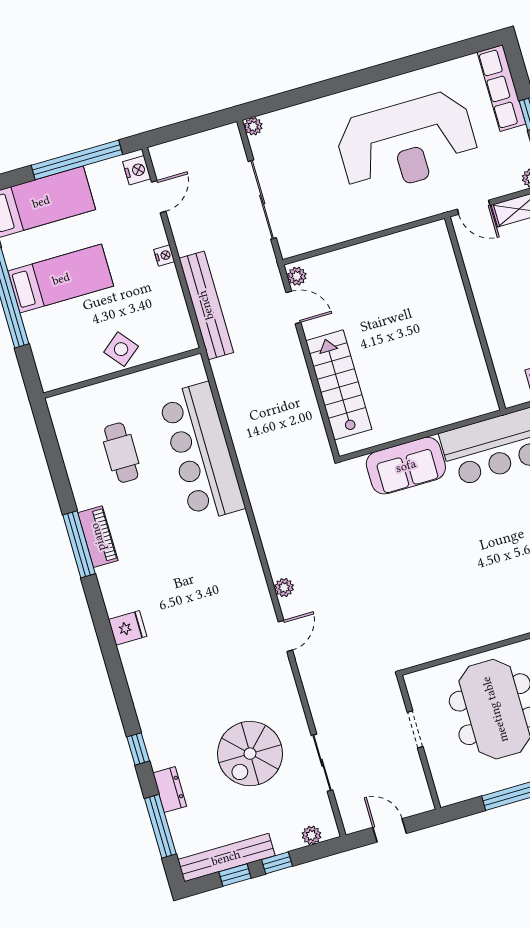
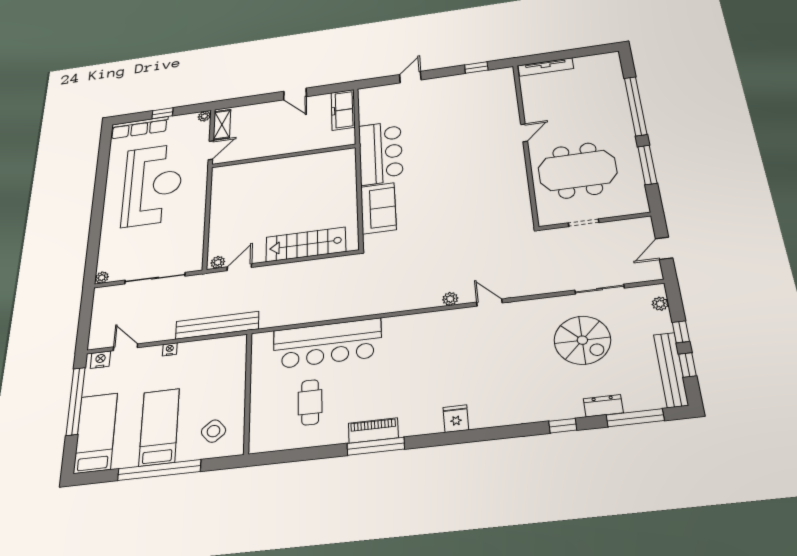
side table: (121, 349) -> (214, 431), moved
cafe table: (121, 453) -> (310, 402), turned 90

